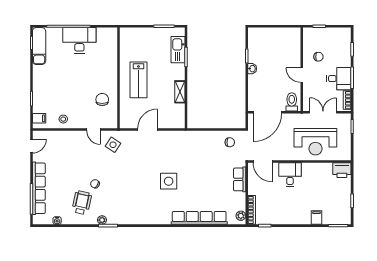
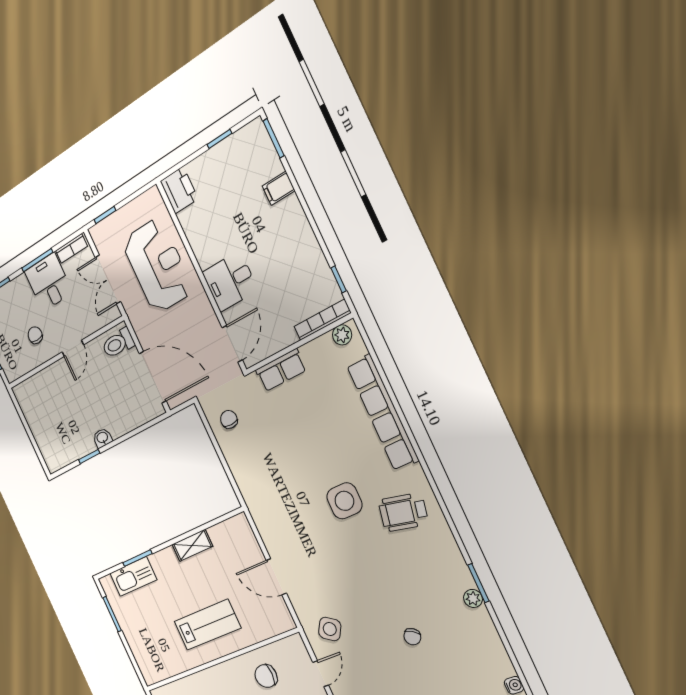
wheelchair: (82, 203) -> (403, 512), moved

